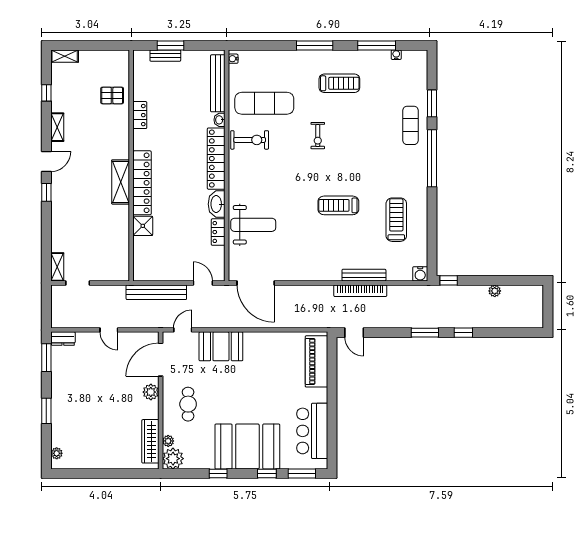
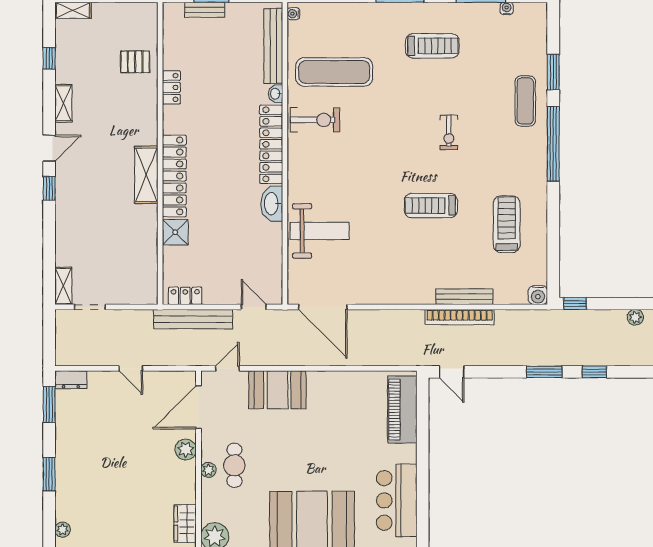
exercise bike: (318, 136) -> (449, 132), moved
locker: (218, 232) -> (185, 296), moved, turned 90
wardrobe: (150, 441) -> (185, 524), width x0.67
plant: (168, 441) -> (208, 470), moved

